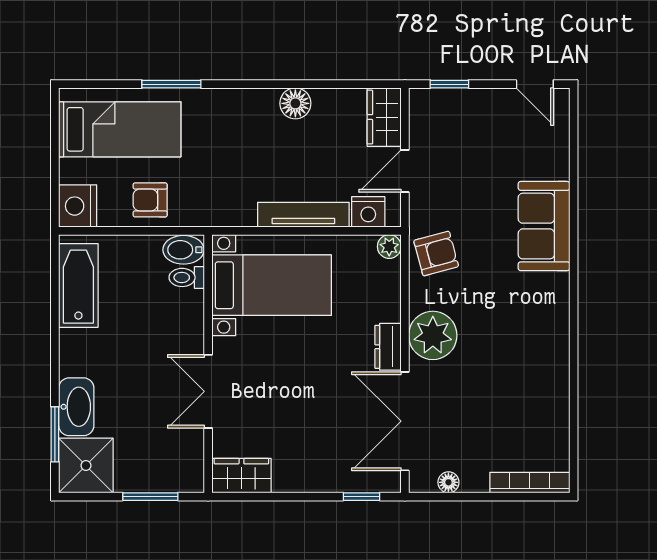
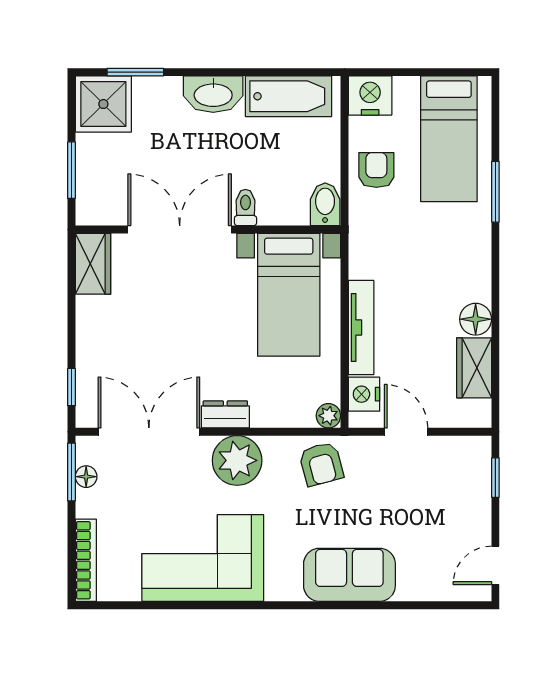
wardrobe: (384, 117) -> (474, 368), moved, turned -90
toilet: (187, 277) -> (245, 208), moved
corner sofa: (528, 369) -> (203, 558), added
double door: (208, 391) -> (180, 229), width x1.37
washbasin: (76, 407) -> (213, 94), moved
window: (444, 497) -> (71, 472), added

